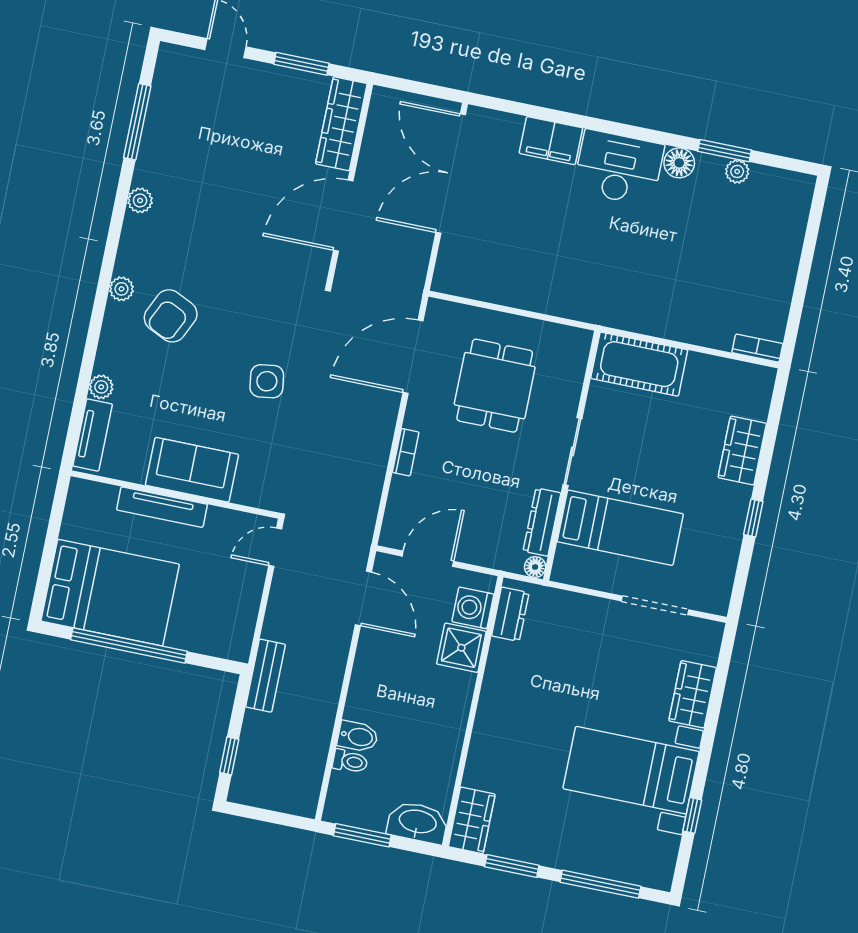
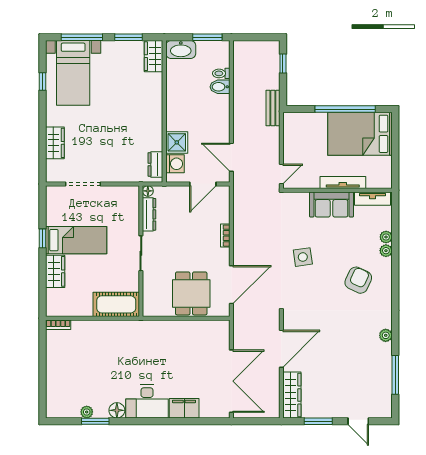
plant: (121, 289) -> (386, 251), moved
dining table: (495, 386) -> (191, 293), moved
tv unit: (93, 435) -> (373, 199), moved, turned -90
bed: (620, 528) -> (76, 240), moved, turned 180
bed with nightstands: (631, 770) -> (73, 73), moved, turned 90

